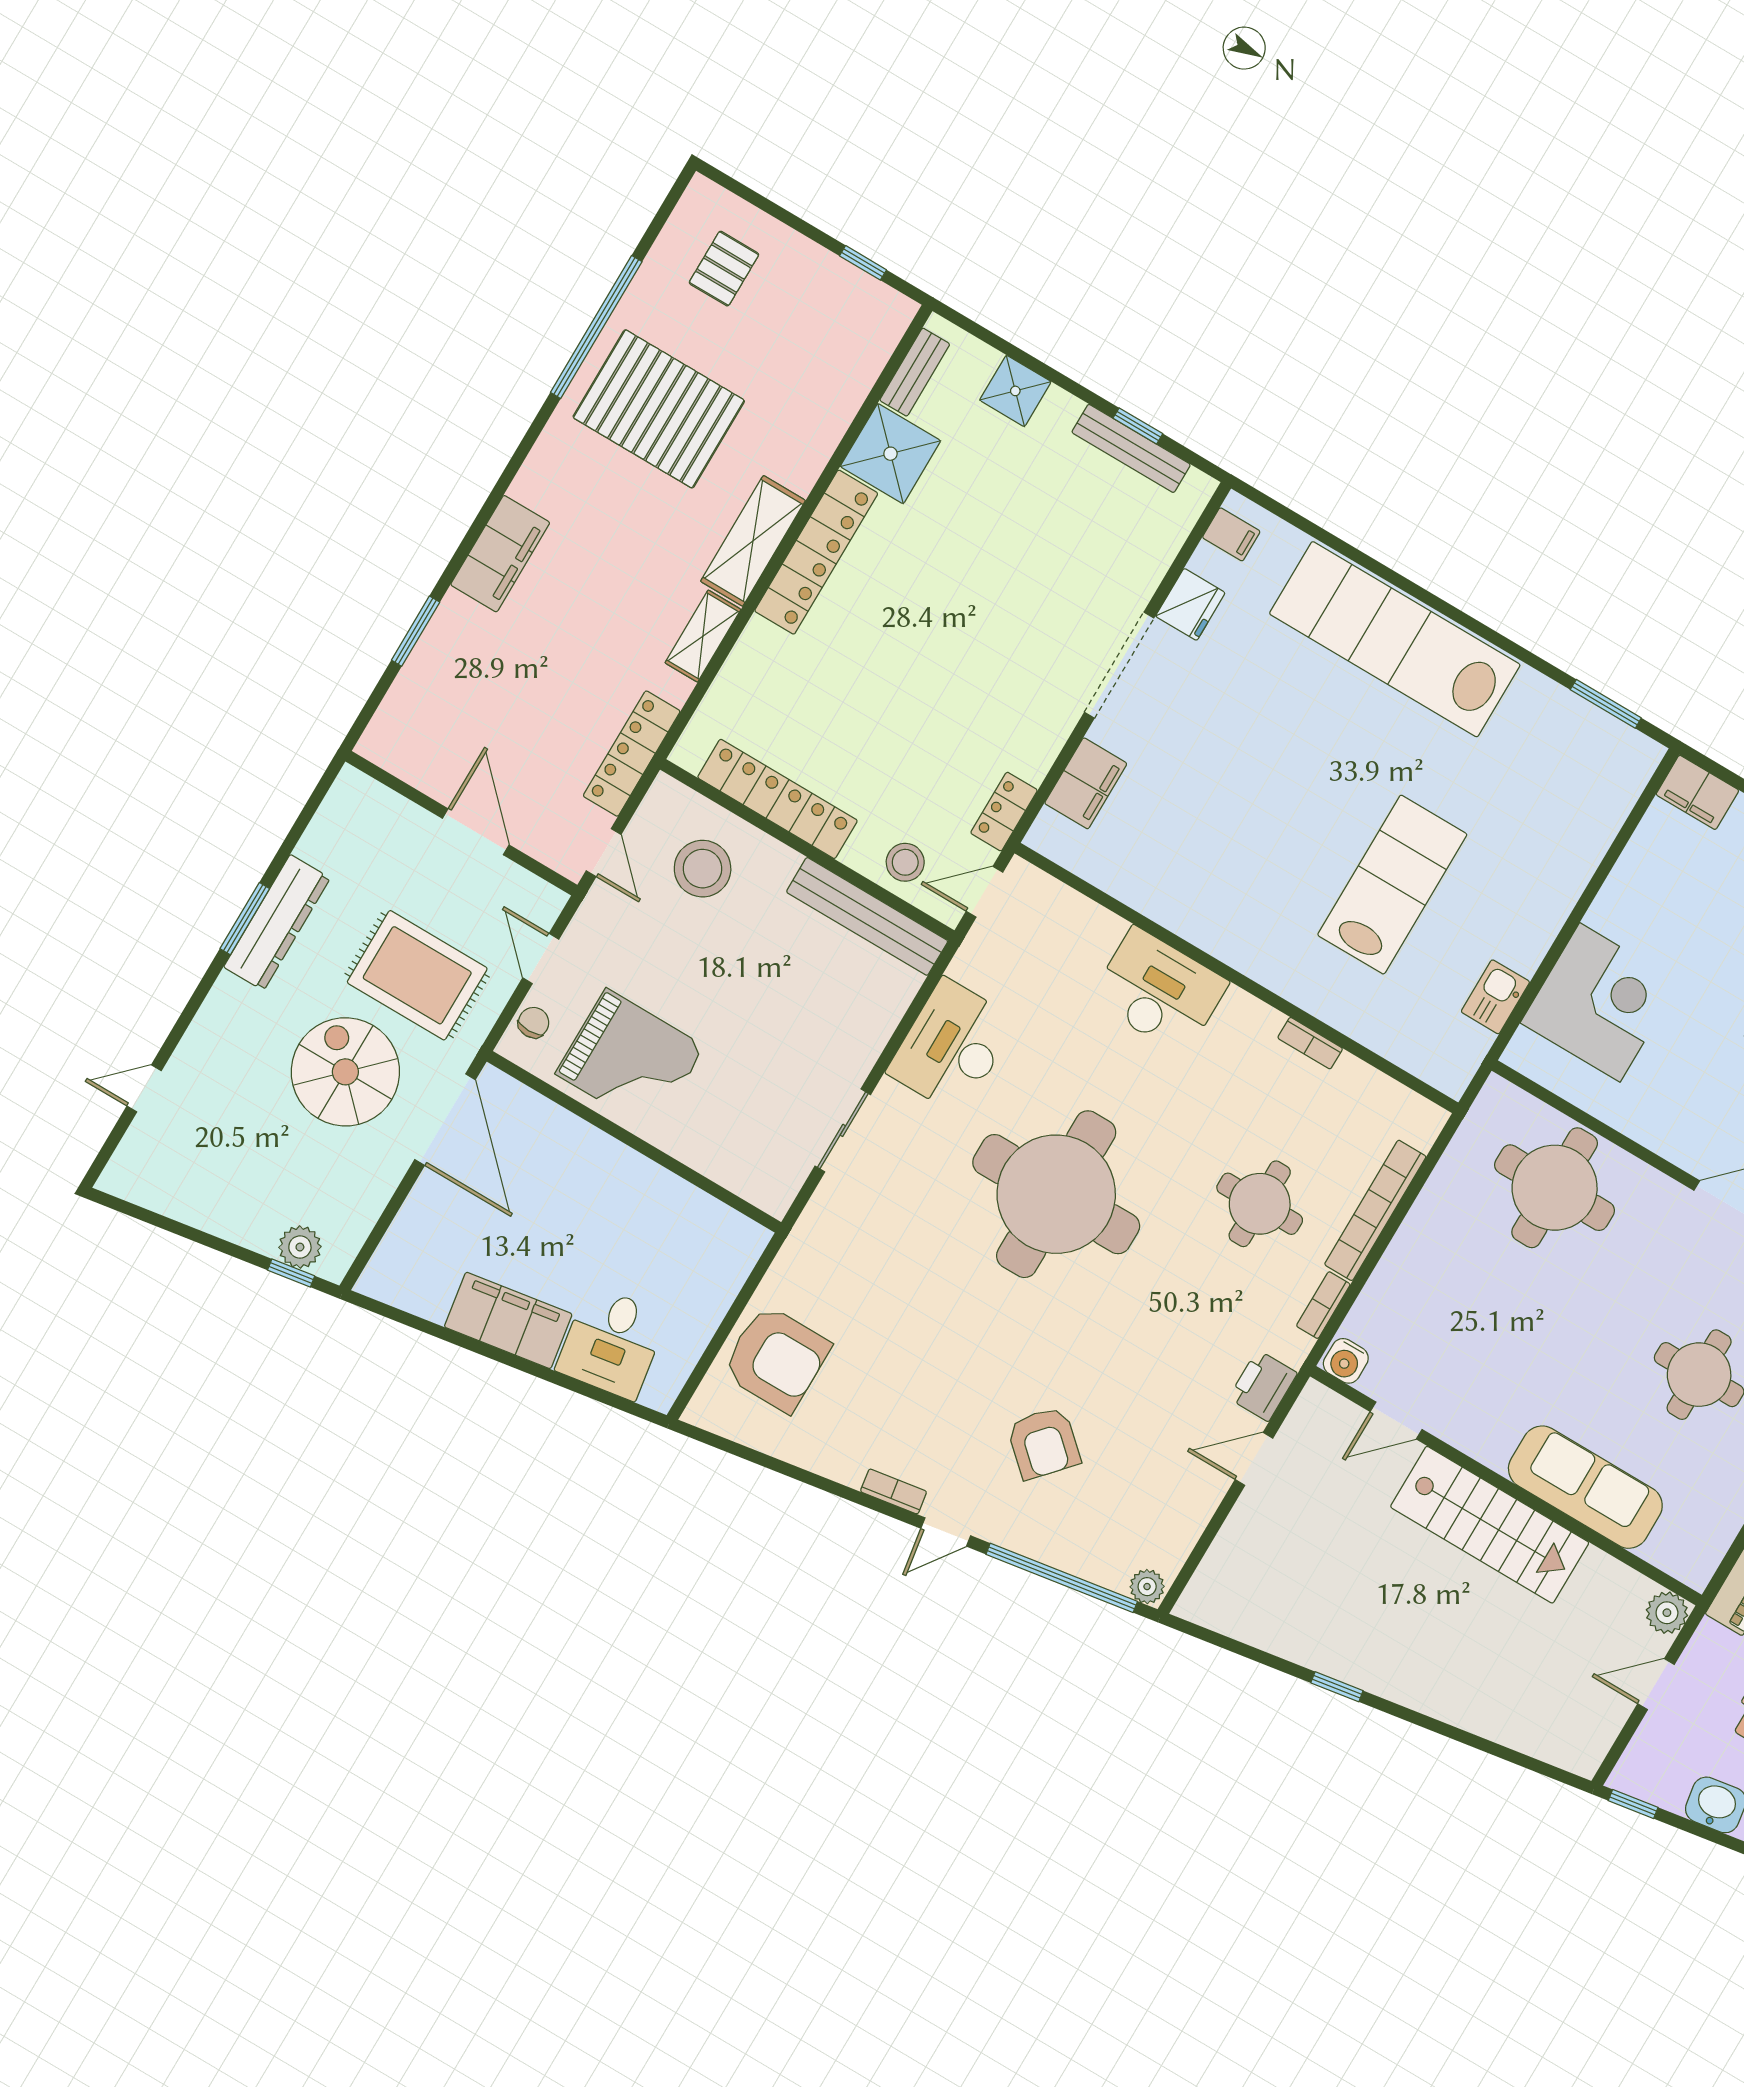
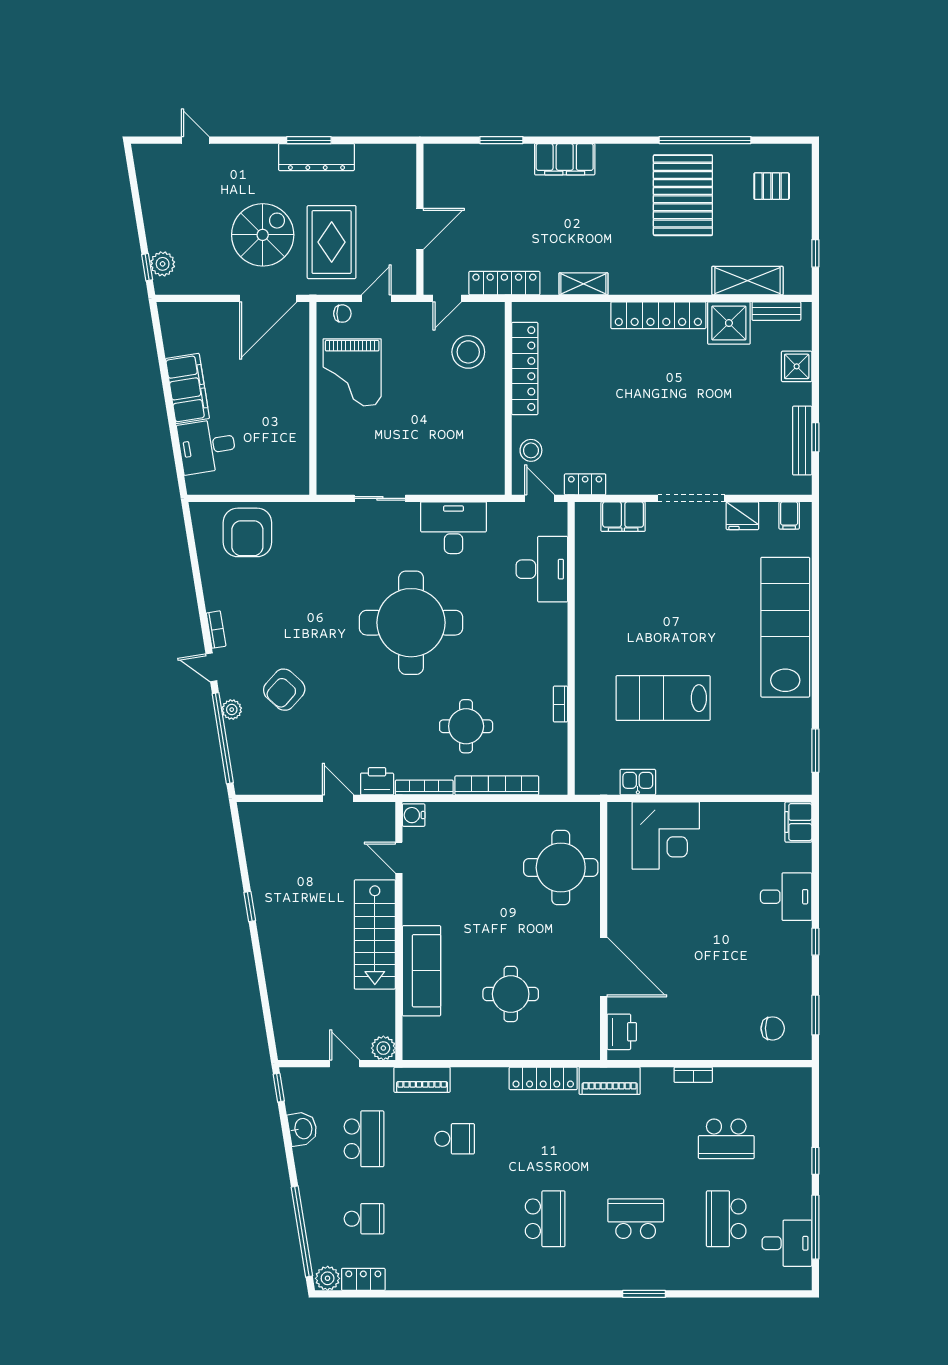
shelving: (753, 541) -> (747, 281), moved
lab bench: (1392, 885) -> (663, 698), turned 180
bench: (867, 916) -> (493, 447), removed
desk: (1159, 991) -> (542, 569), moved
bookcase: (1323, 1305) -> (424, 788), width x1.56
plant: (1147, 1587) -> (232, 710), moved

